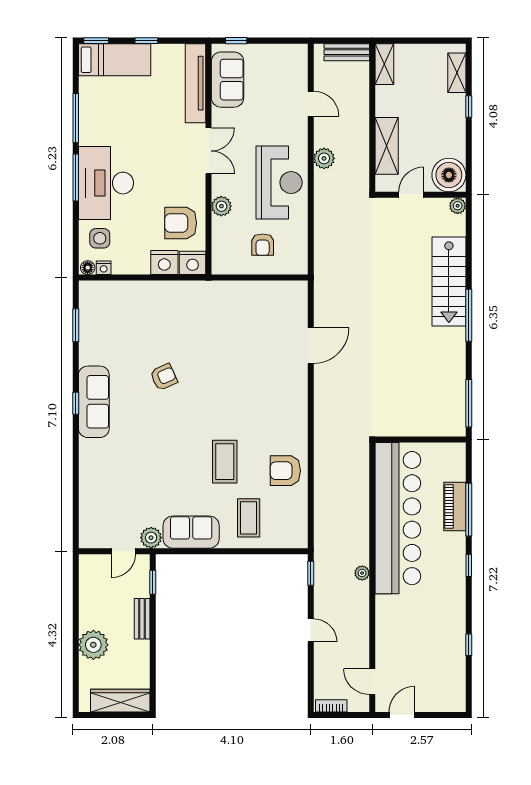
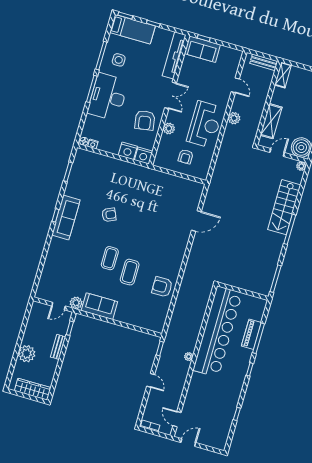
sofa: (228, 80) -> (202, 49), moved, turned 90
armchair: (181, 223) -> (145, 120), moved, turned -99
side table: (100, 238) -> (119, 60), moved
coffee table: (249, 518) -> (110, 258), moved

